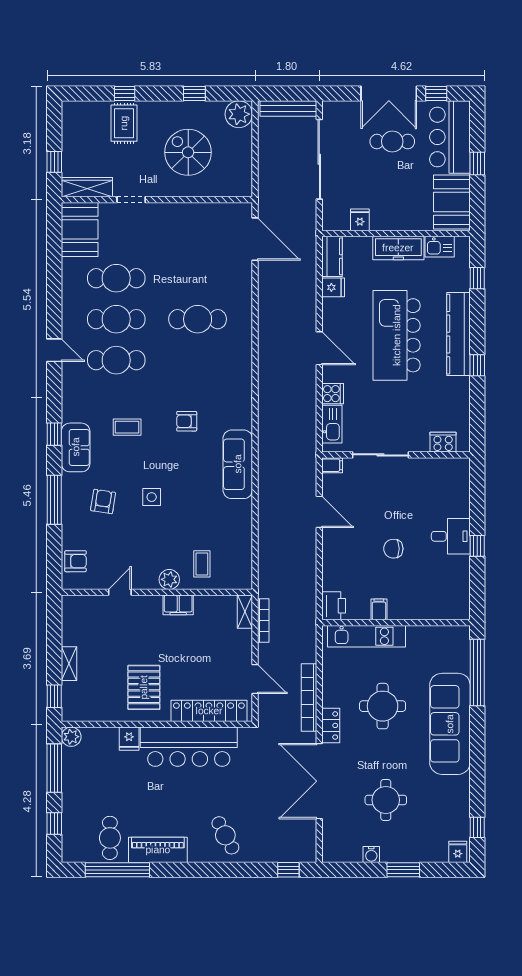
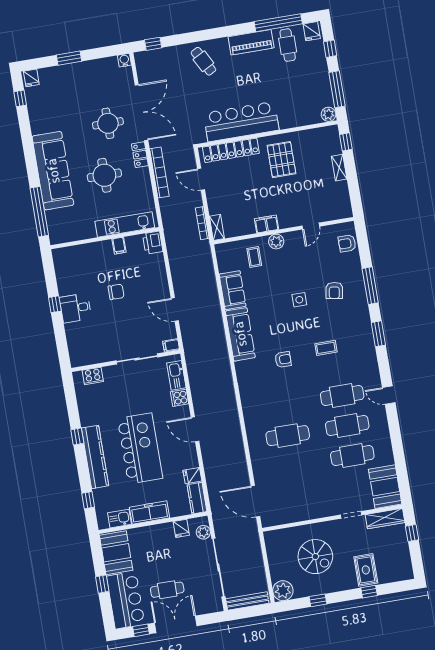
plant: (331, 210) -> (203, 532), added
window: (54, 434) -> (378, 334), width x1.50
sofa: (76, 447) -> (233, 290), moved, turned 180
fridge: (129, 739) -> (312, 31), moved, turned 180
round table: (386, 800) -> (108, 123), moved
water cooler: (371, 854) -> (124, 60), moved

